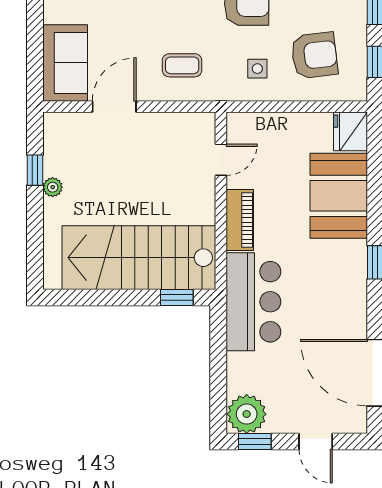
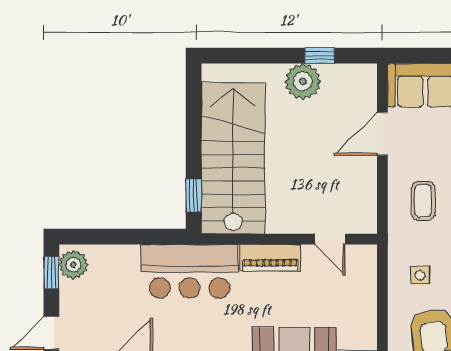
door: (114, 107) -> (382, 134), swing flipped
plant: (53, 187) -> (303, 81), width x1.87, depth x1.87
plant: (247, 414) -> (73, 265), width x0.73, depth x0.73

